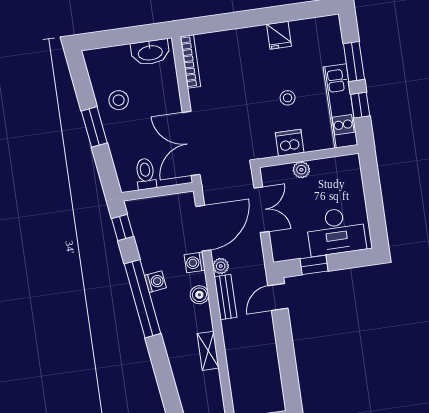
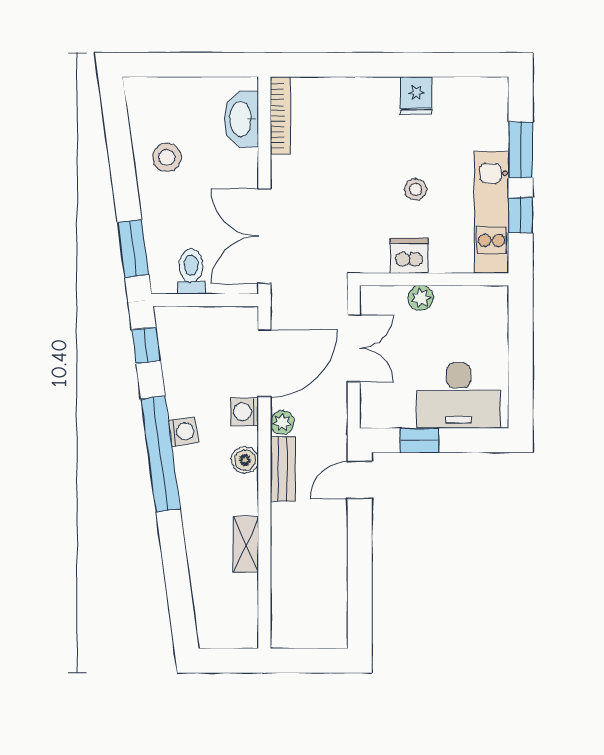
washbasin: (150, 52) -> (241, 119), moved, turned 90
window: (94, 127) -> (133, 249), moved

